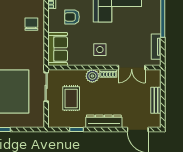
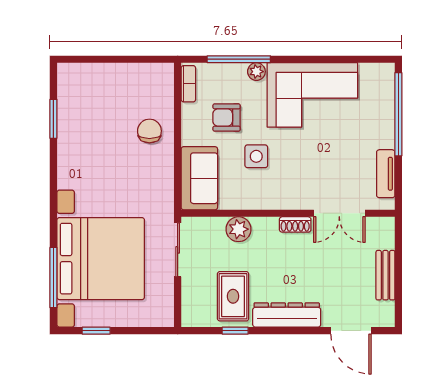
side table: (100, 50) -> (256, 156), moved
plant: (92, 76) -> (239, 229), moved
rug: (71, 98) -> (233, 296), moved

